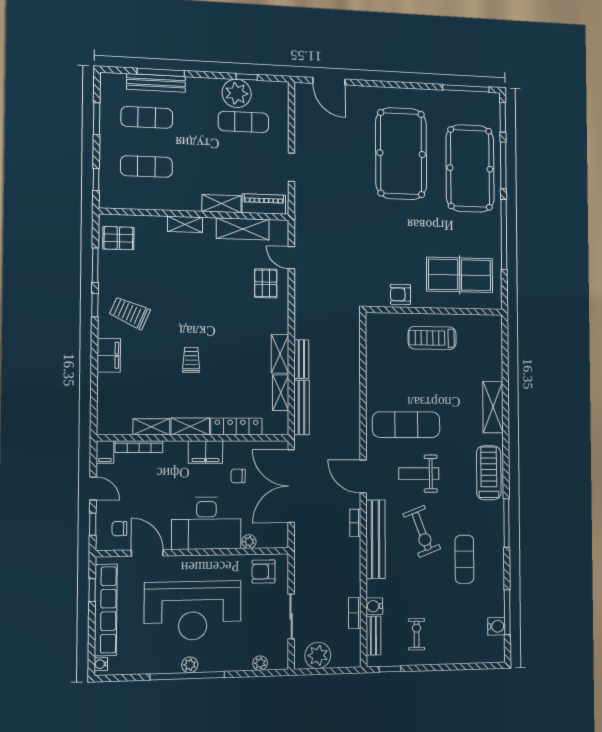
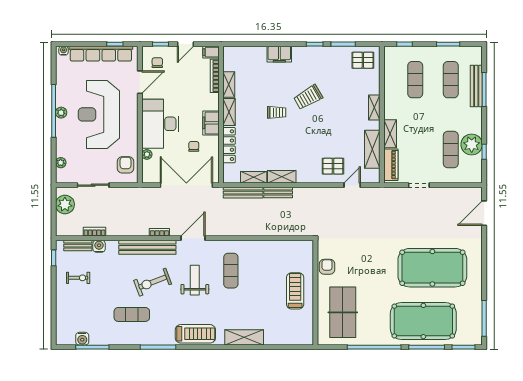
pallet: (118, 238) -> (363, 60), turned 90
trolley: (130, 313) -> (308, 97), moved, turned -143
exercise mat: (406, 425) -> (231, 271), width x0.73, depth x0.69

